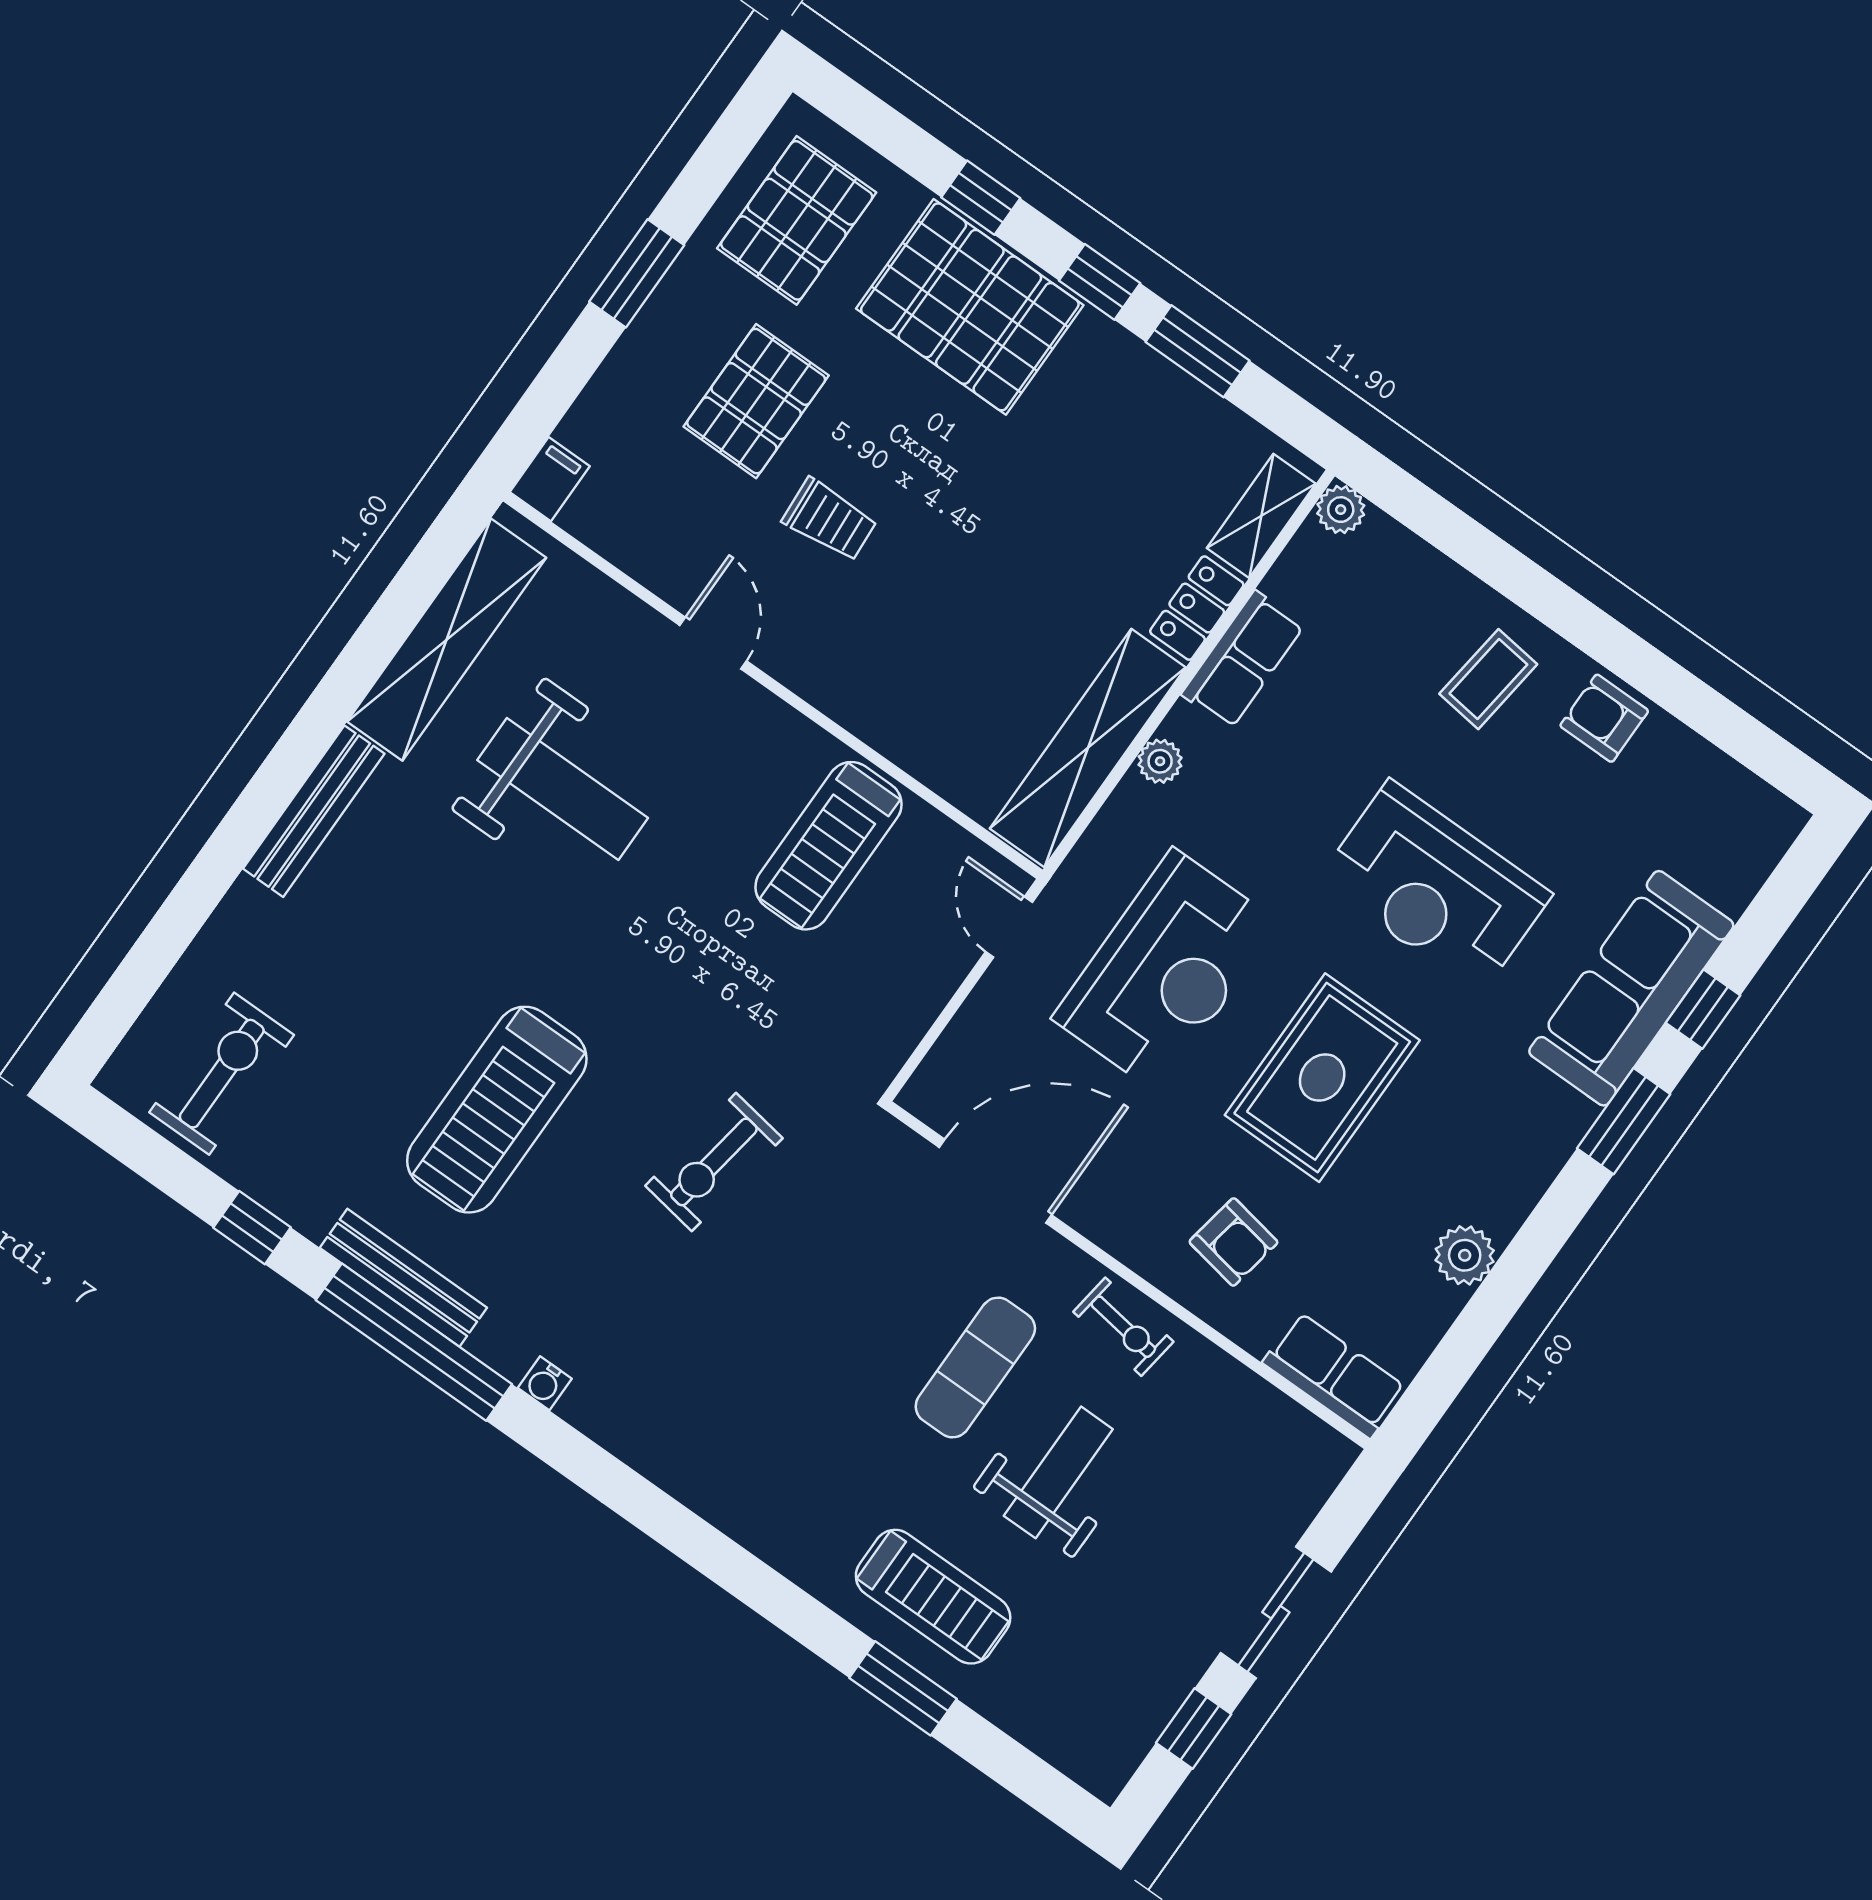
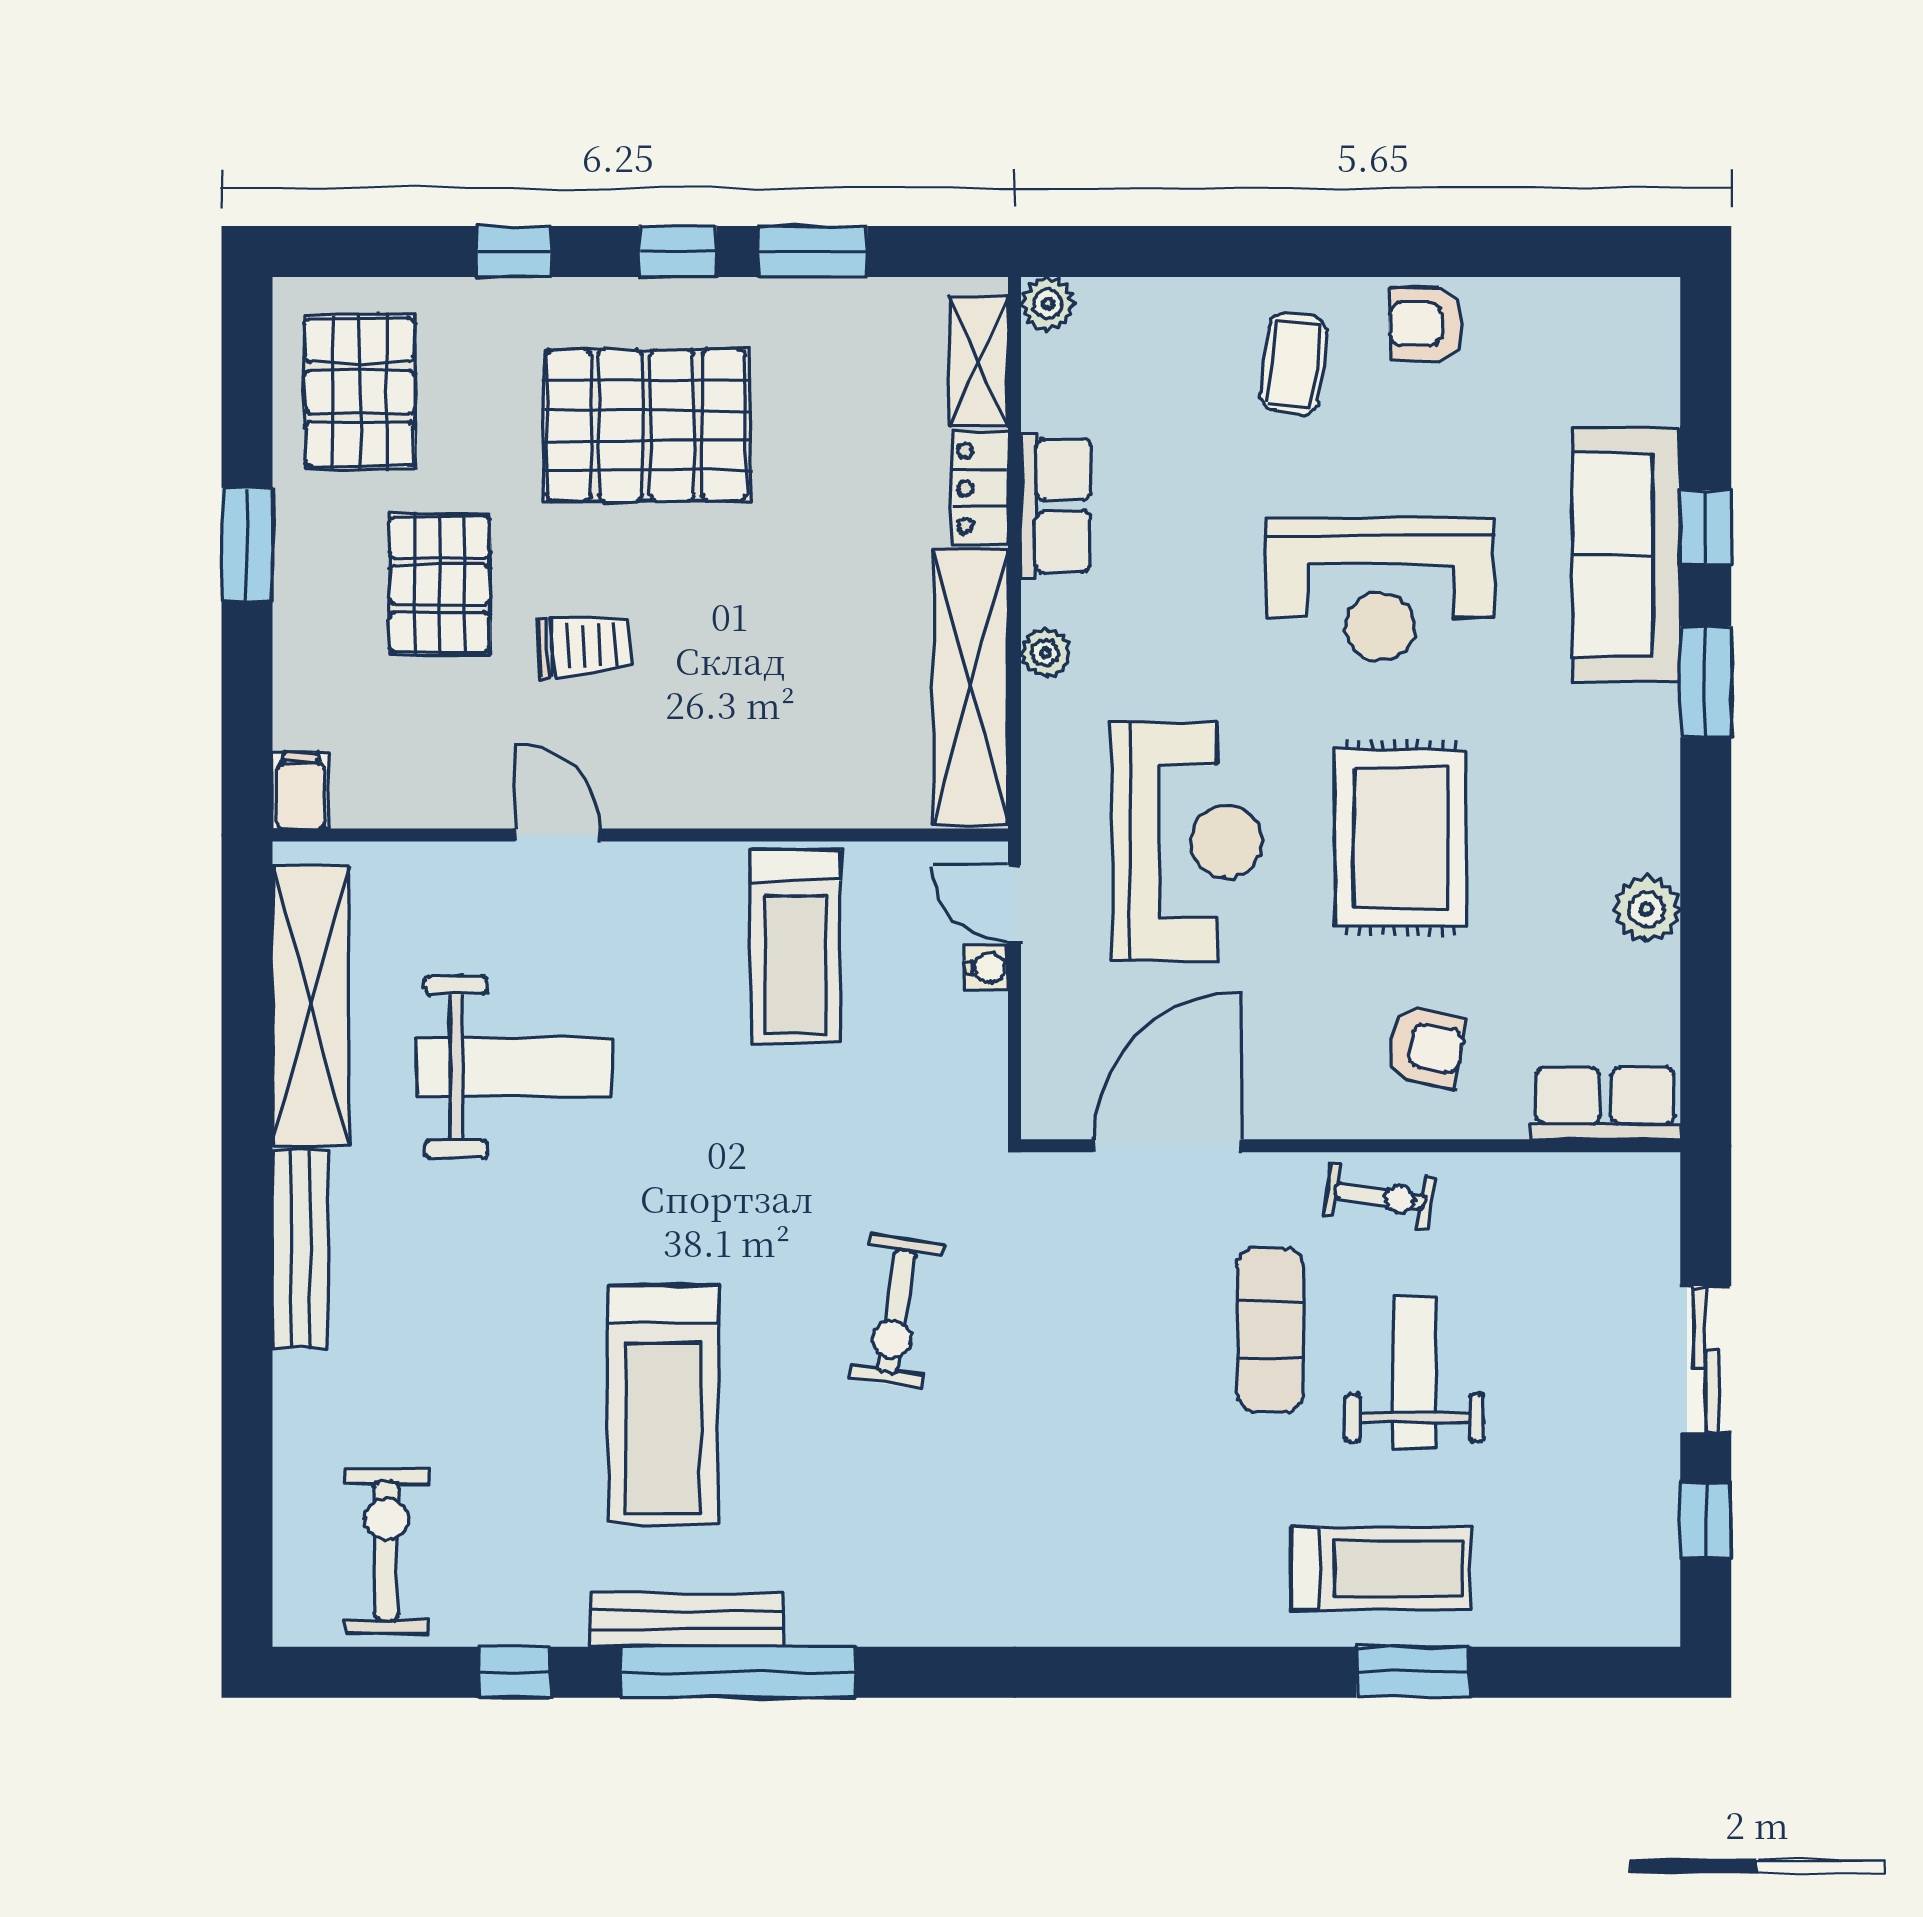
pallet: (970, 307) -> (646, 425), moved
water cooler: (545, 1383) -> (986, 968), moved, turned -90

